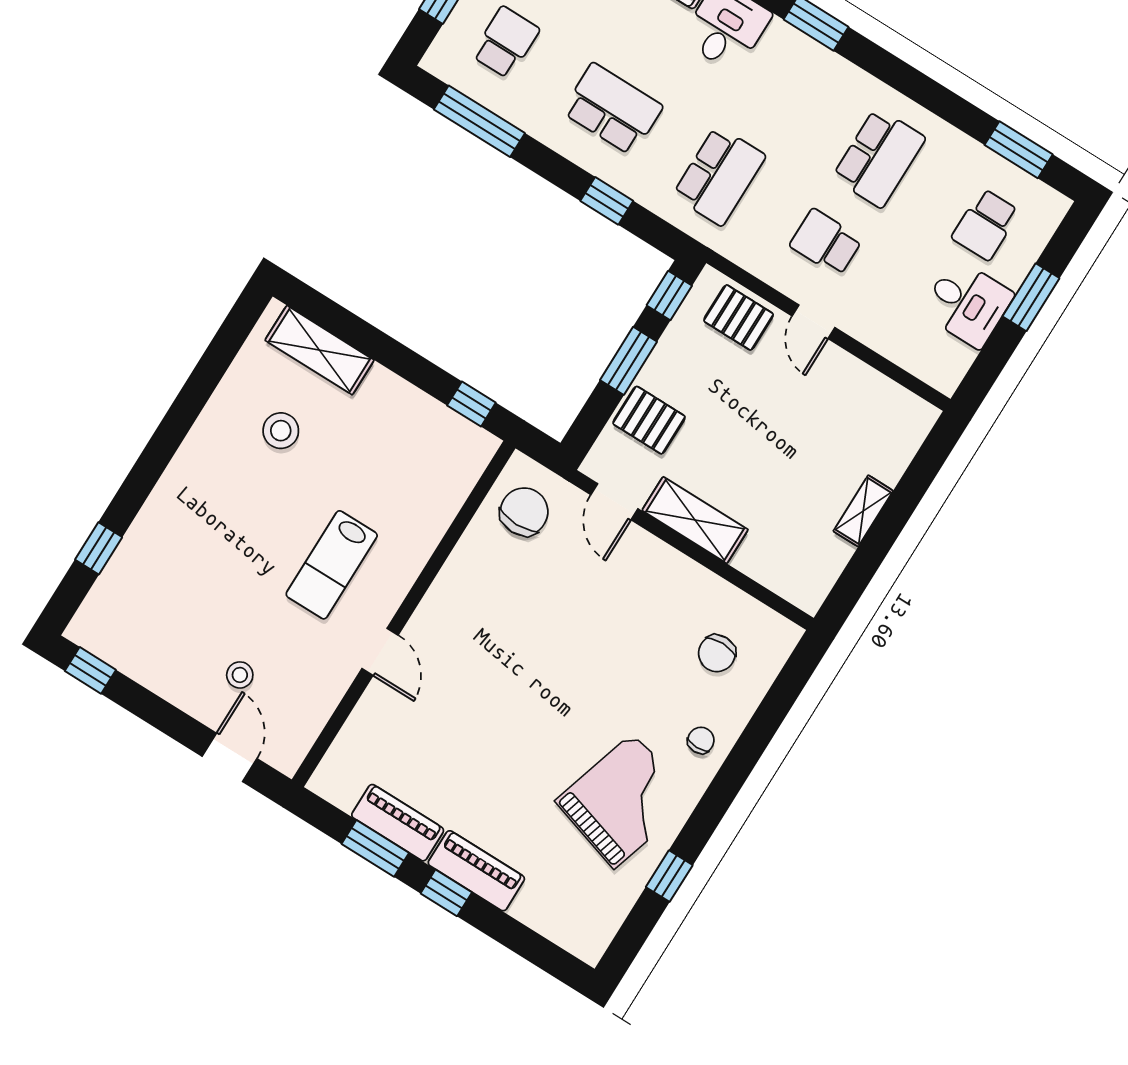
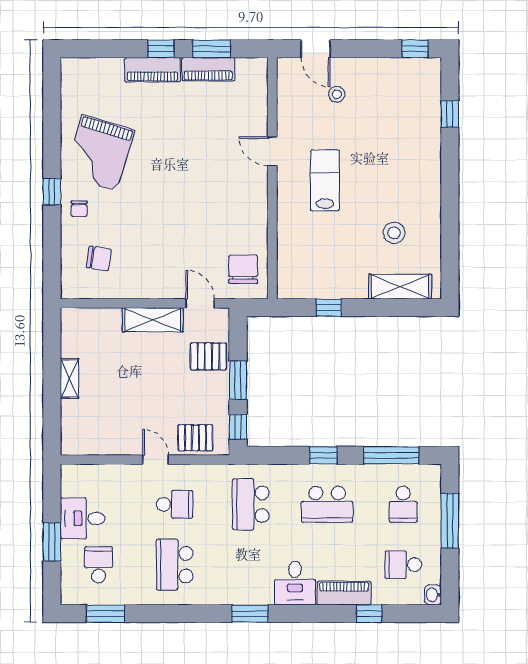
window: (607, 201) -> (323, 455), moved
window: (471, 404) -> (329, 308), moved
chair: (524, 512) -> (243, 269), turned 180
chair: (717, 653) -> (99, 258), turned 99
window: (669, 876) -> (52, 192), moved

